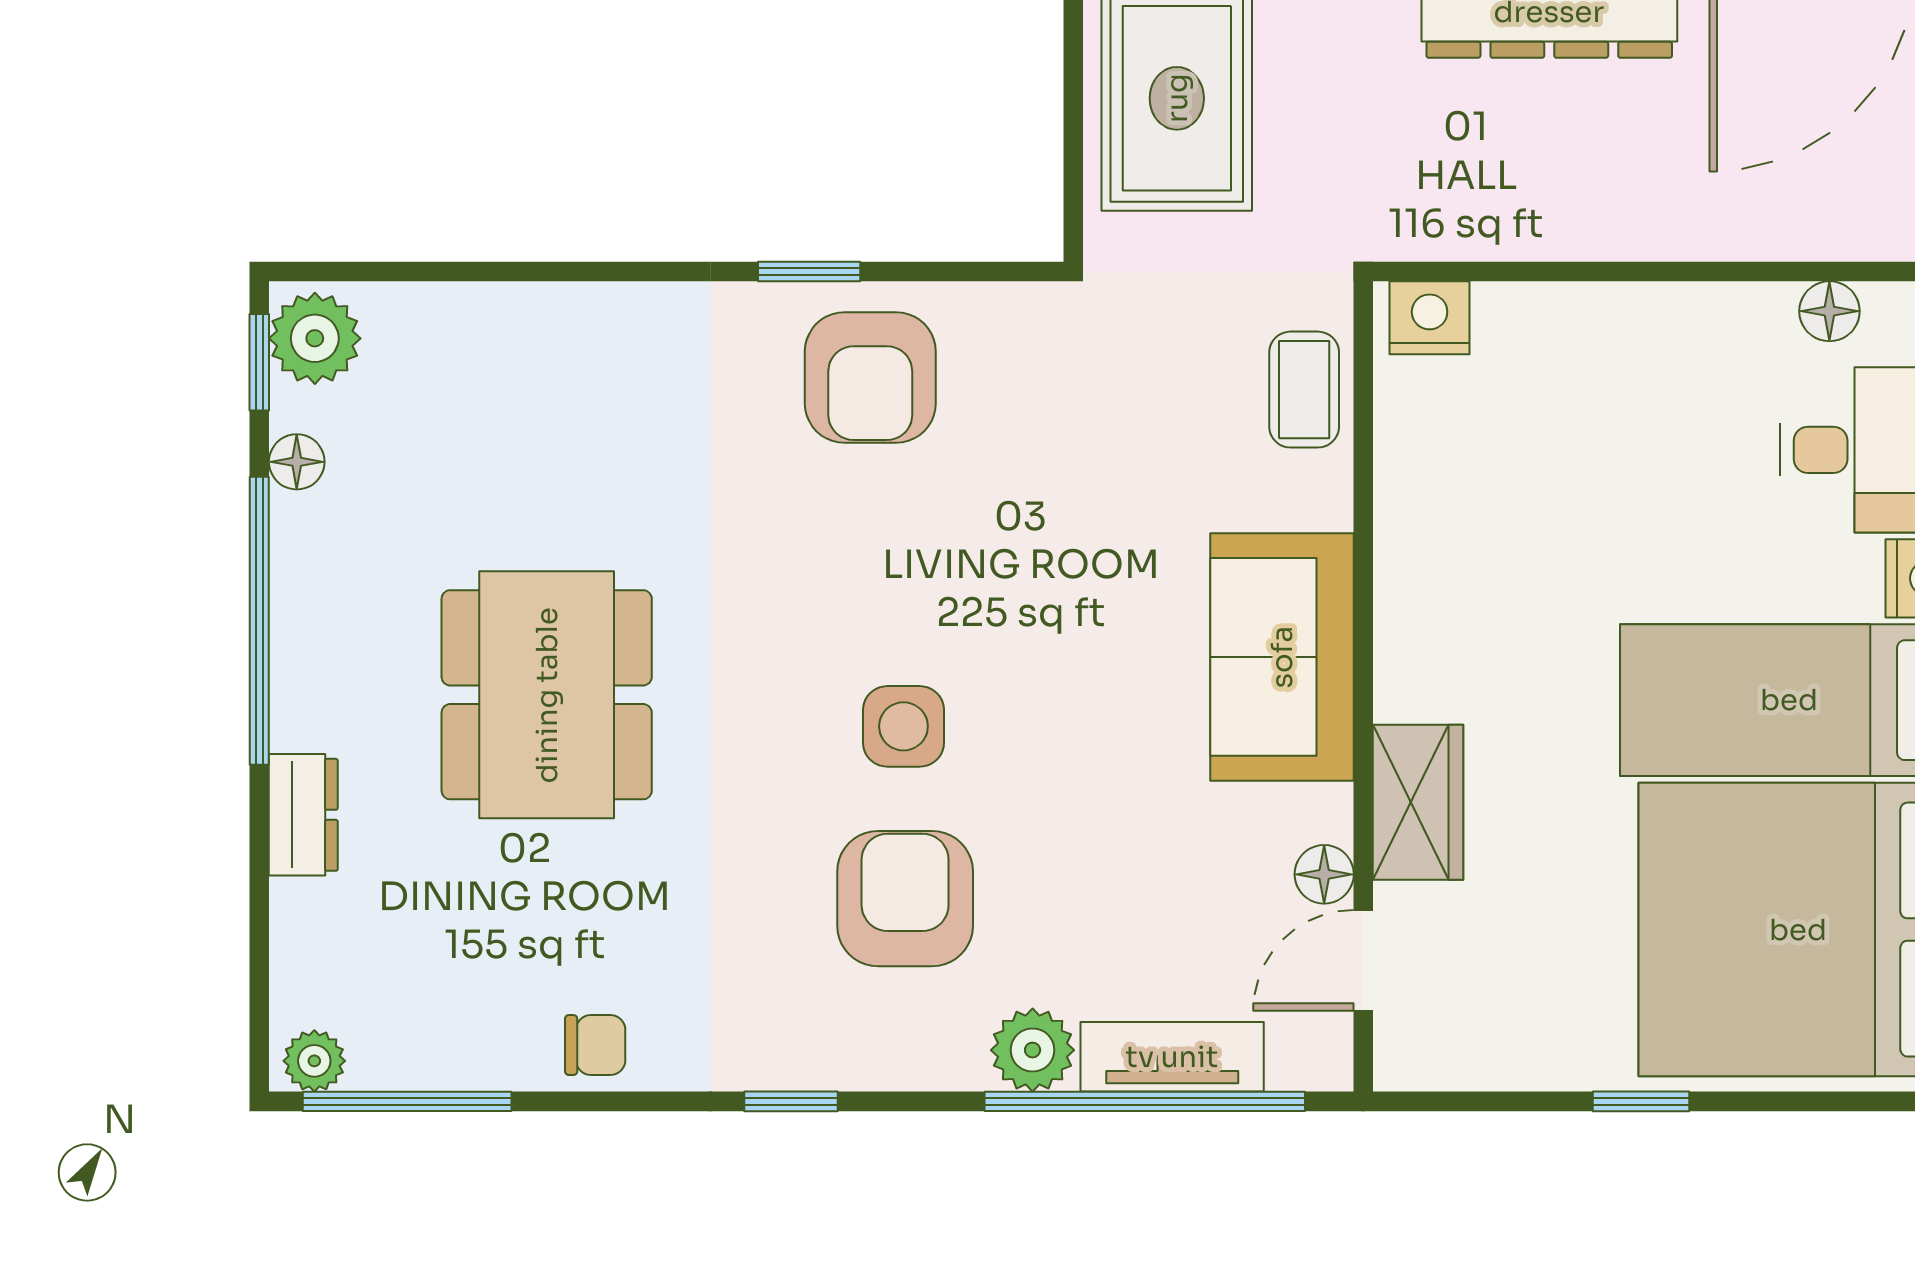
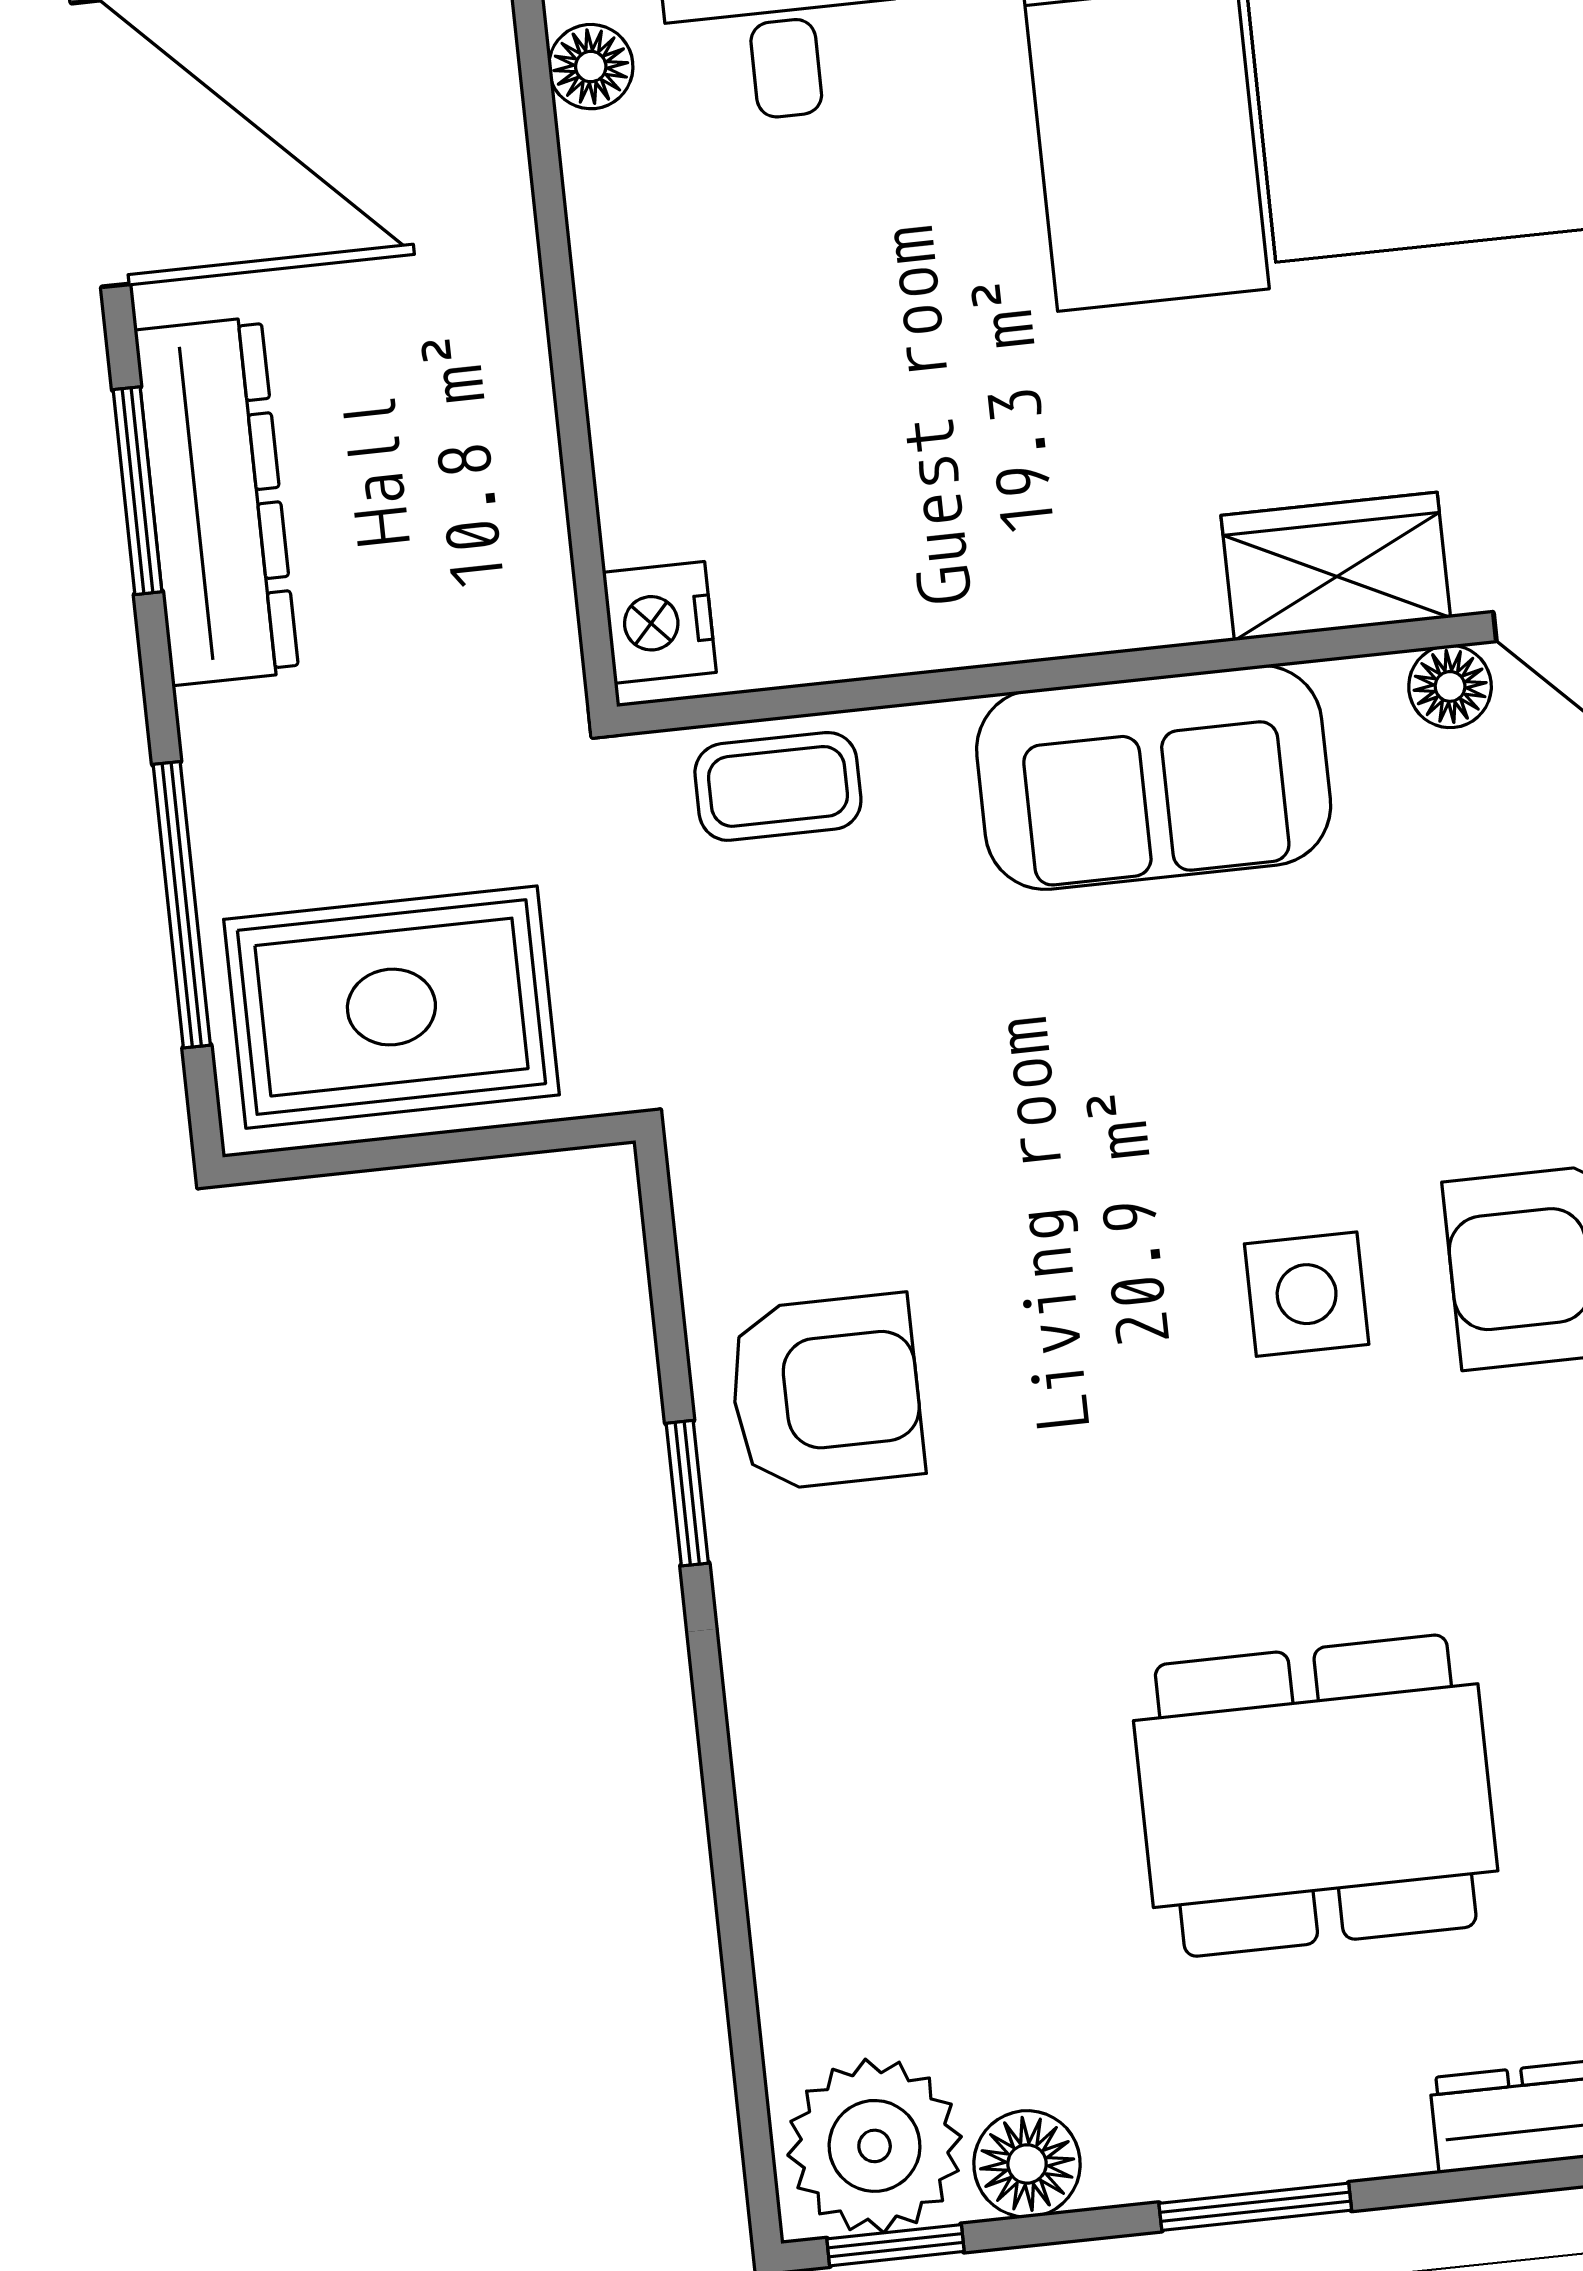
plant: (315, 338) -> (875, 2146), width x1.36, depth x1.36
floor lamp: (297, 462) -> (1027, 2164), width x1.37, depth x1.37
window: (259, 621) -> (1255, 2207), width x0.47

